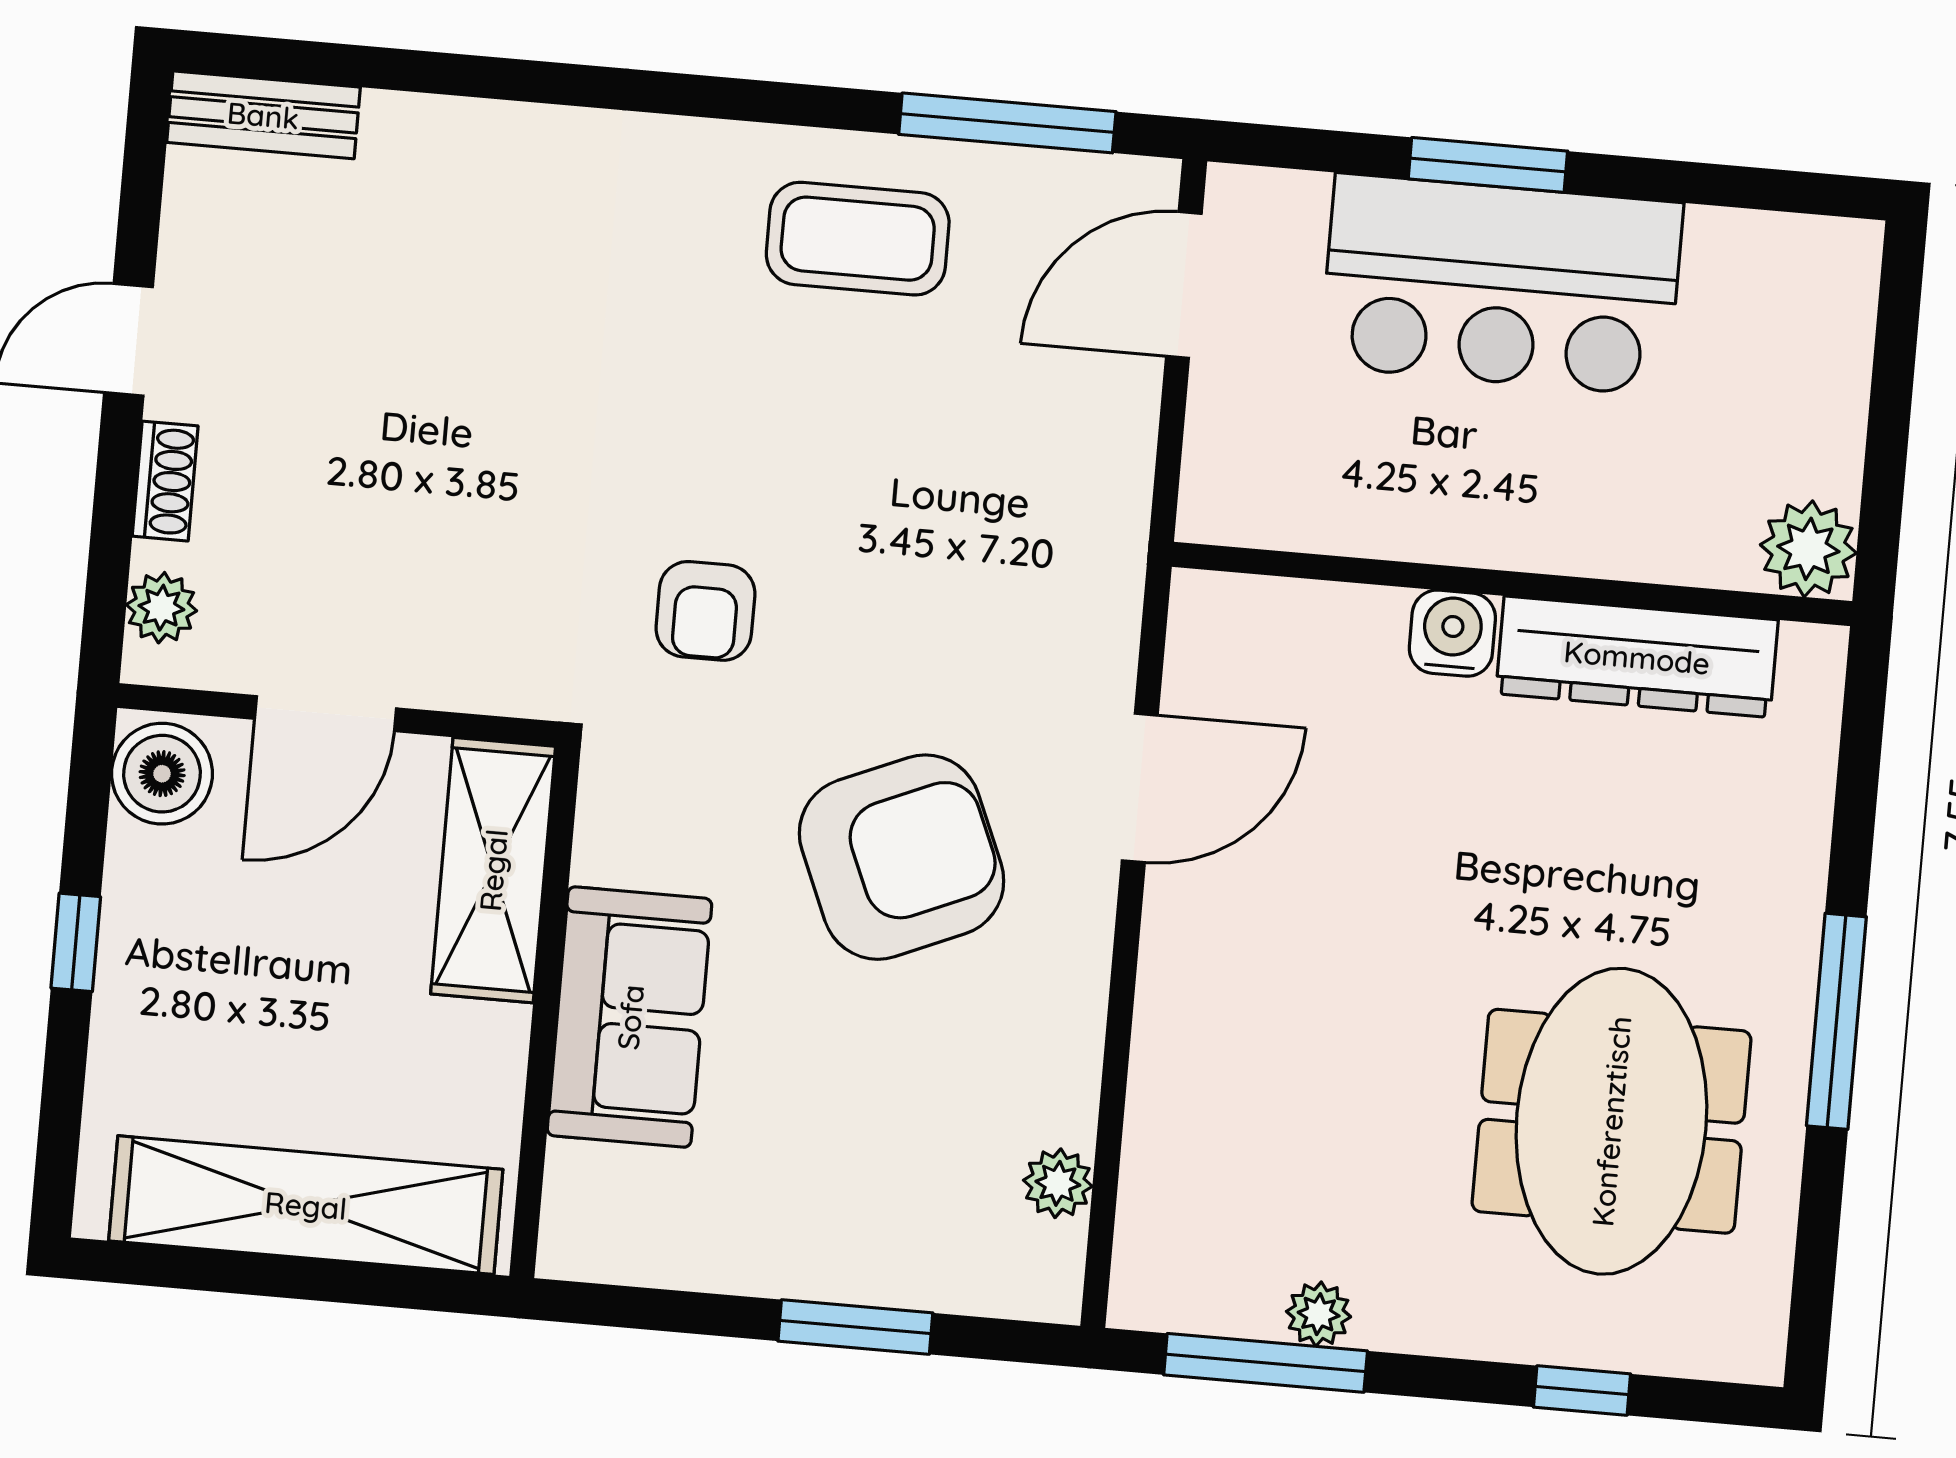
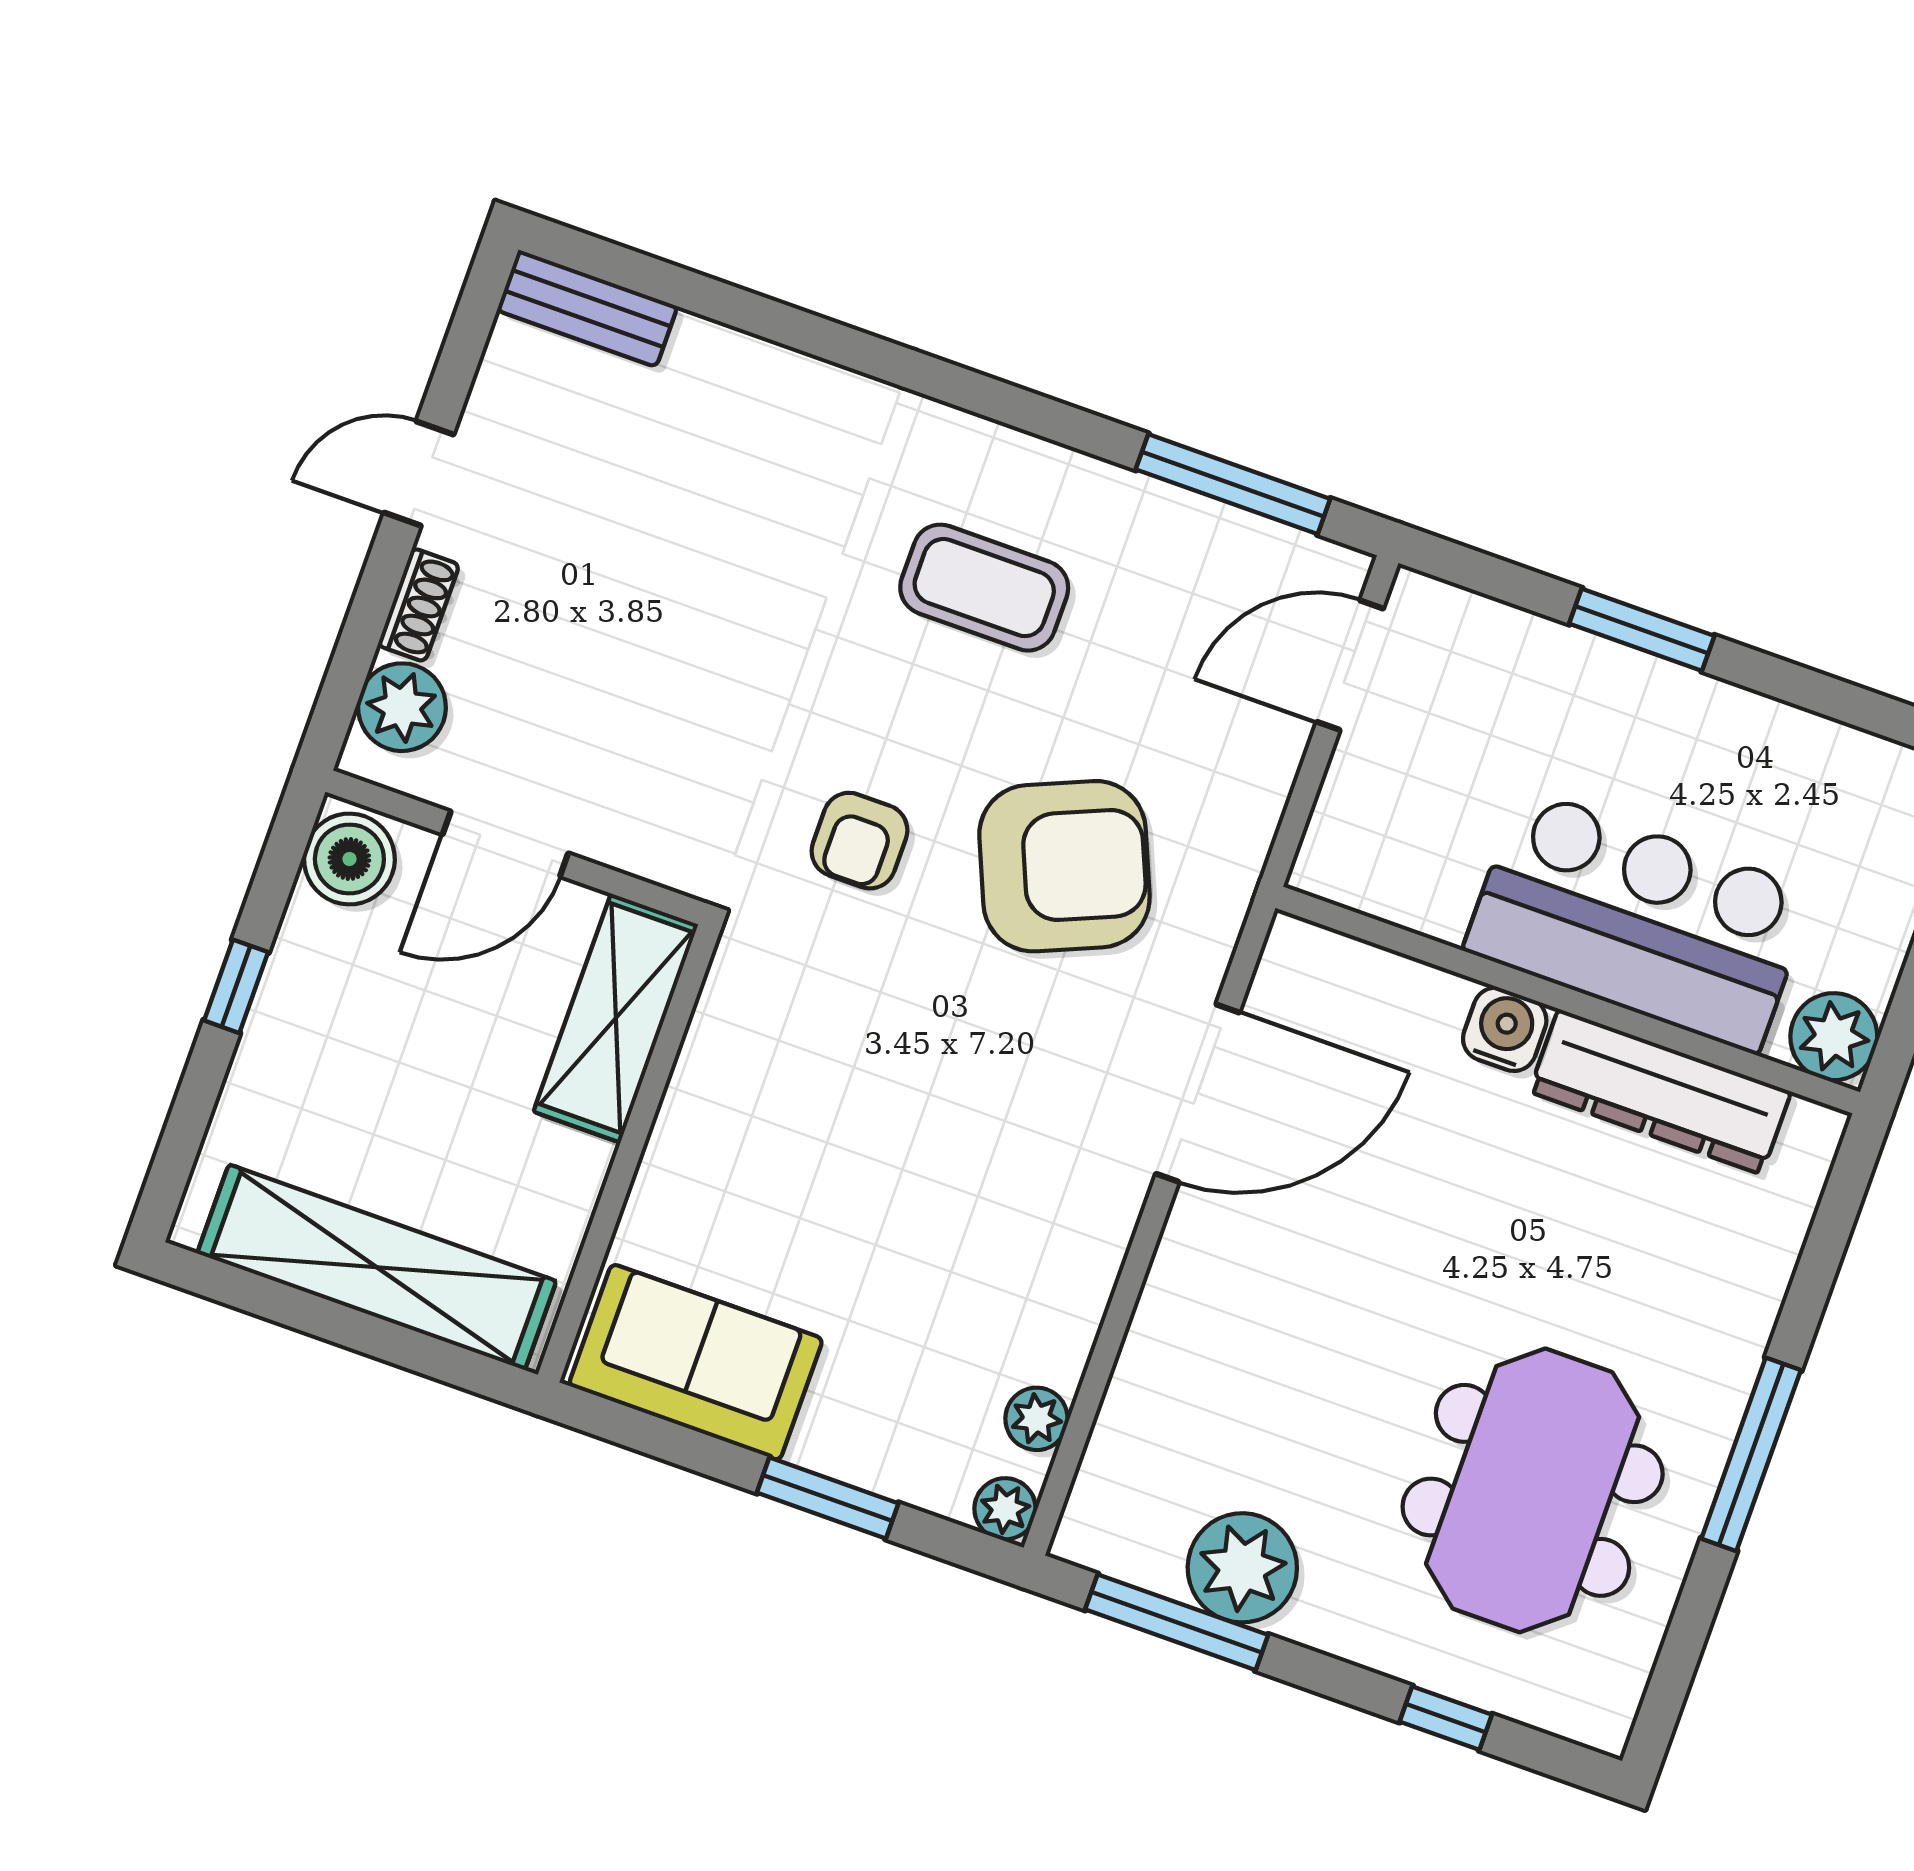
coffee table: (858, 239) -> (984, 588), moved
bar counter: (1501, 285) -> (1639, 921), moved, turned 180
plant: (161, 608) -> (402, 707), width x1.38, depth x1.38
door: (1140, 788) -> (1198, 1093), width x1.36
armchair: (902, 857) -> (1064, 866), moved
sofa: (630, 1017) -> (696, 1362), moved, turned -90
plant: (1049, 1289) -> (1005, 1509), added
plant: (1319, 1314) -> (1242, 1568), width x1.87, depth x1.87

